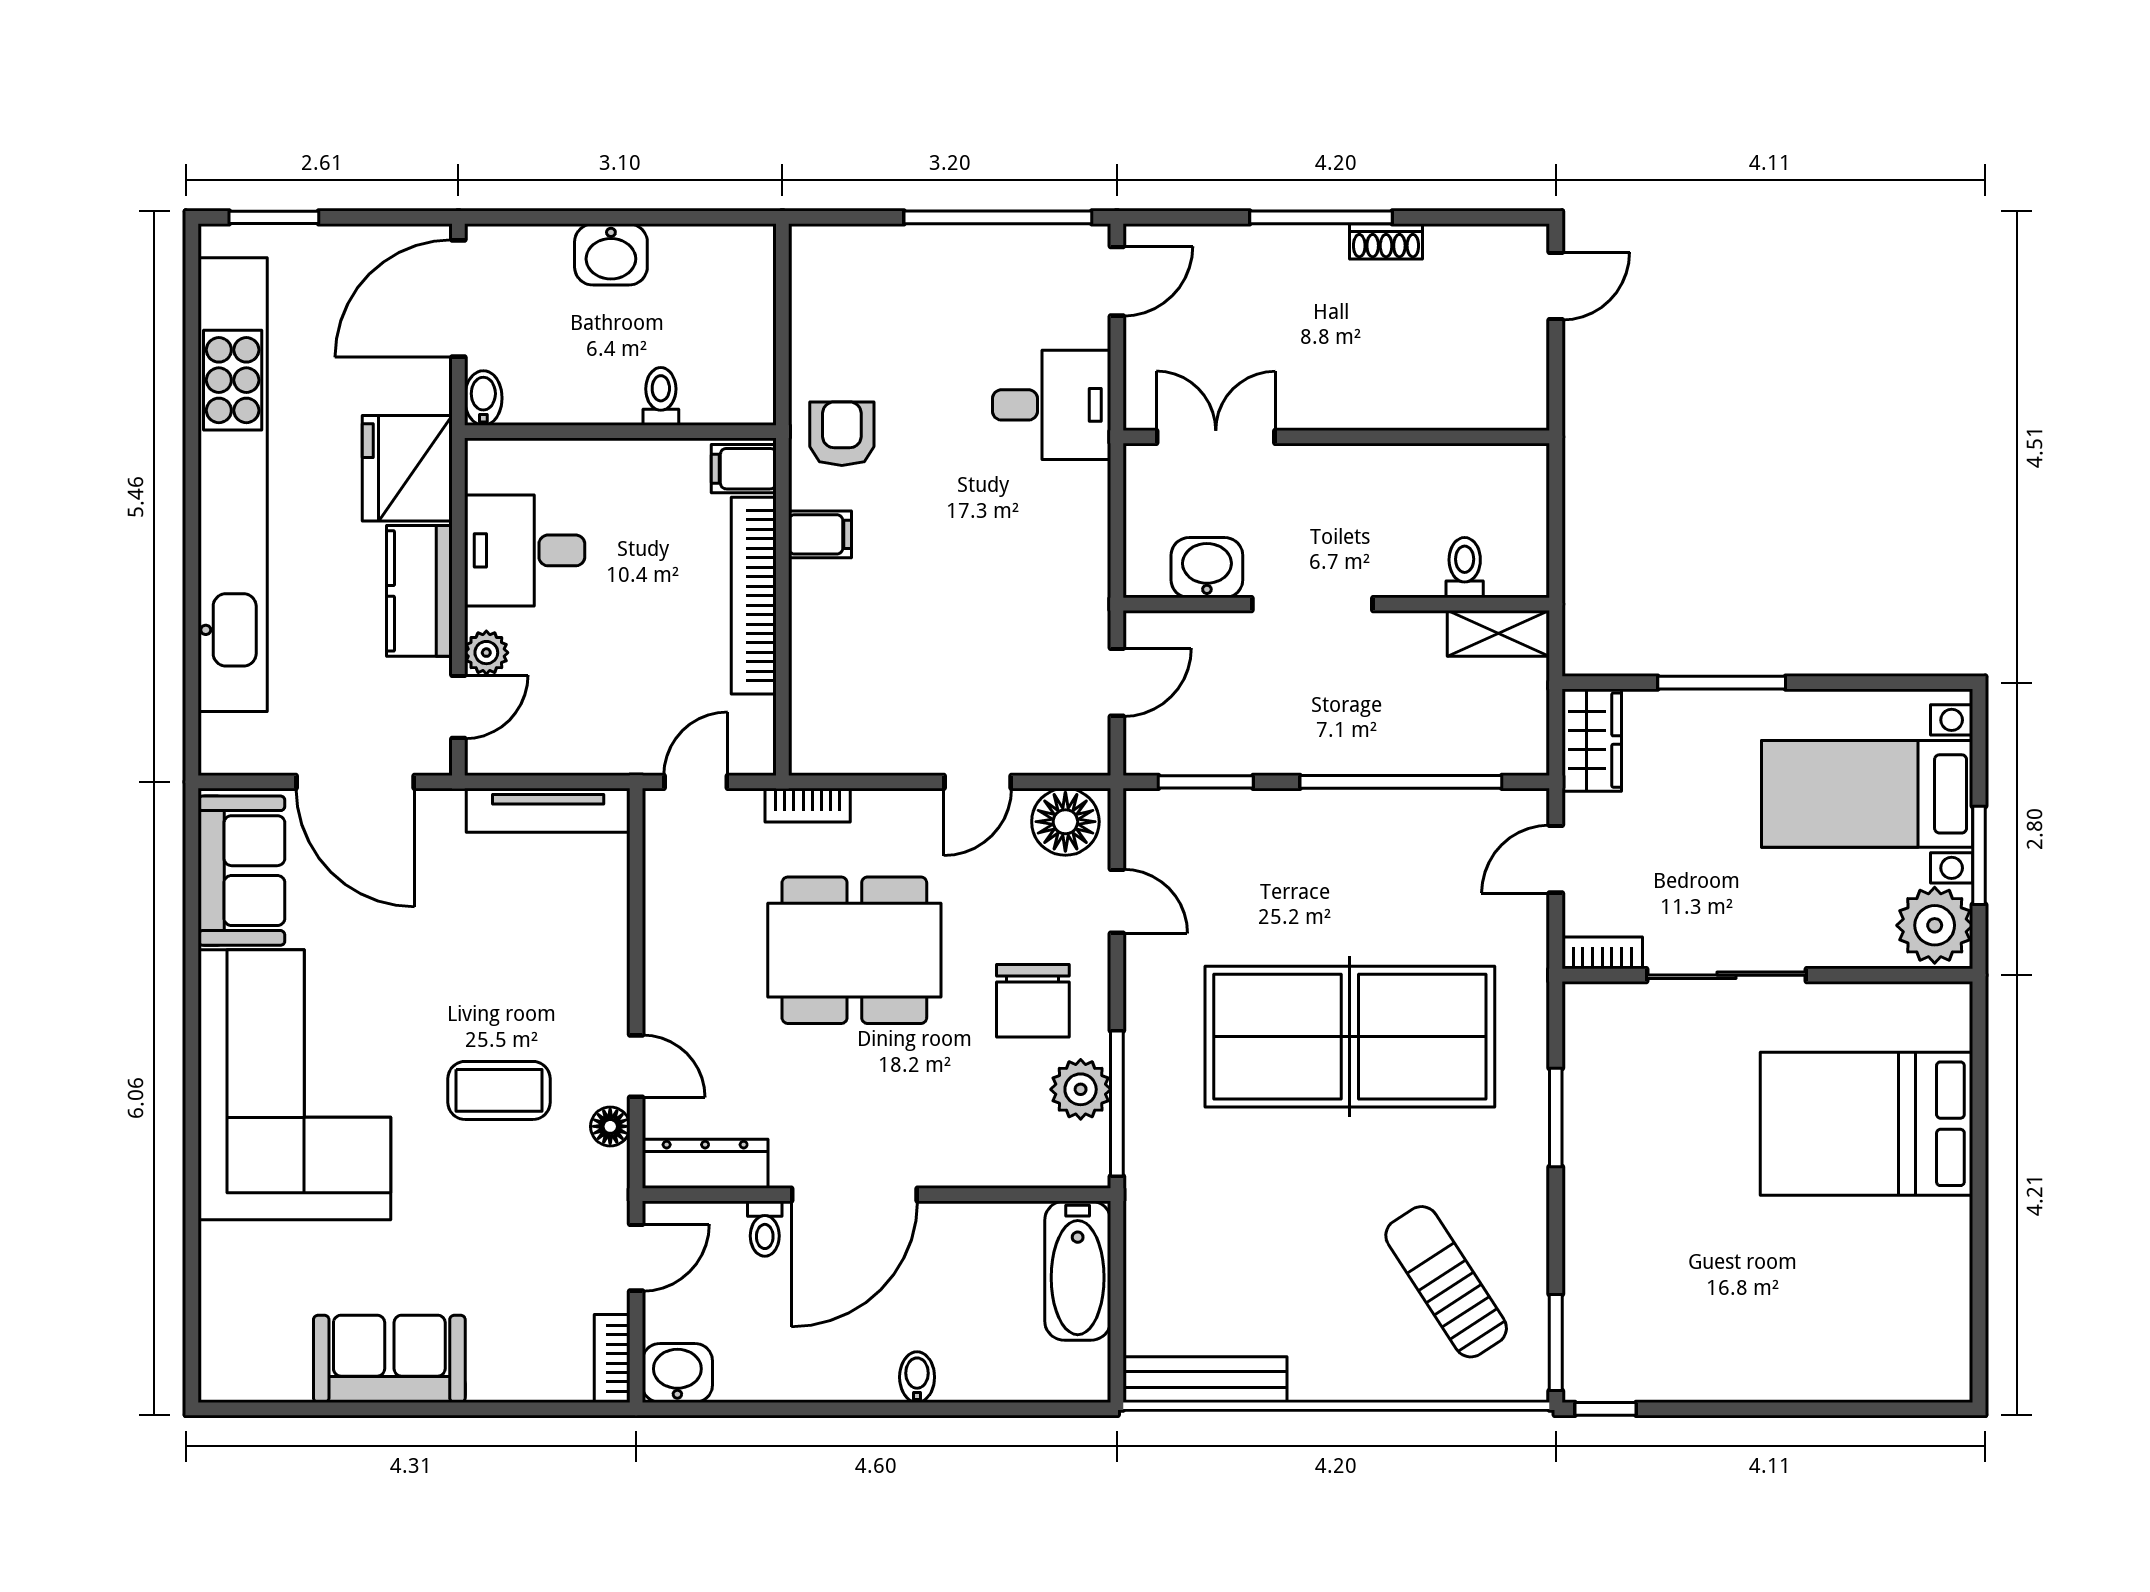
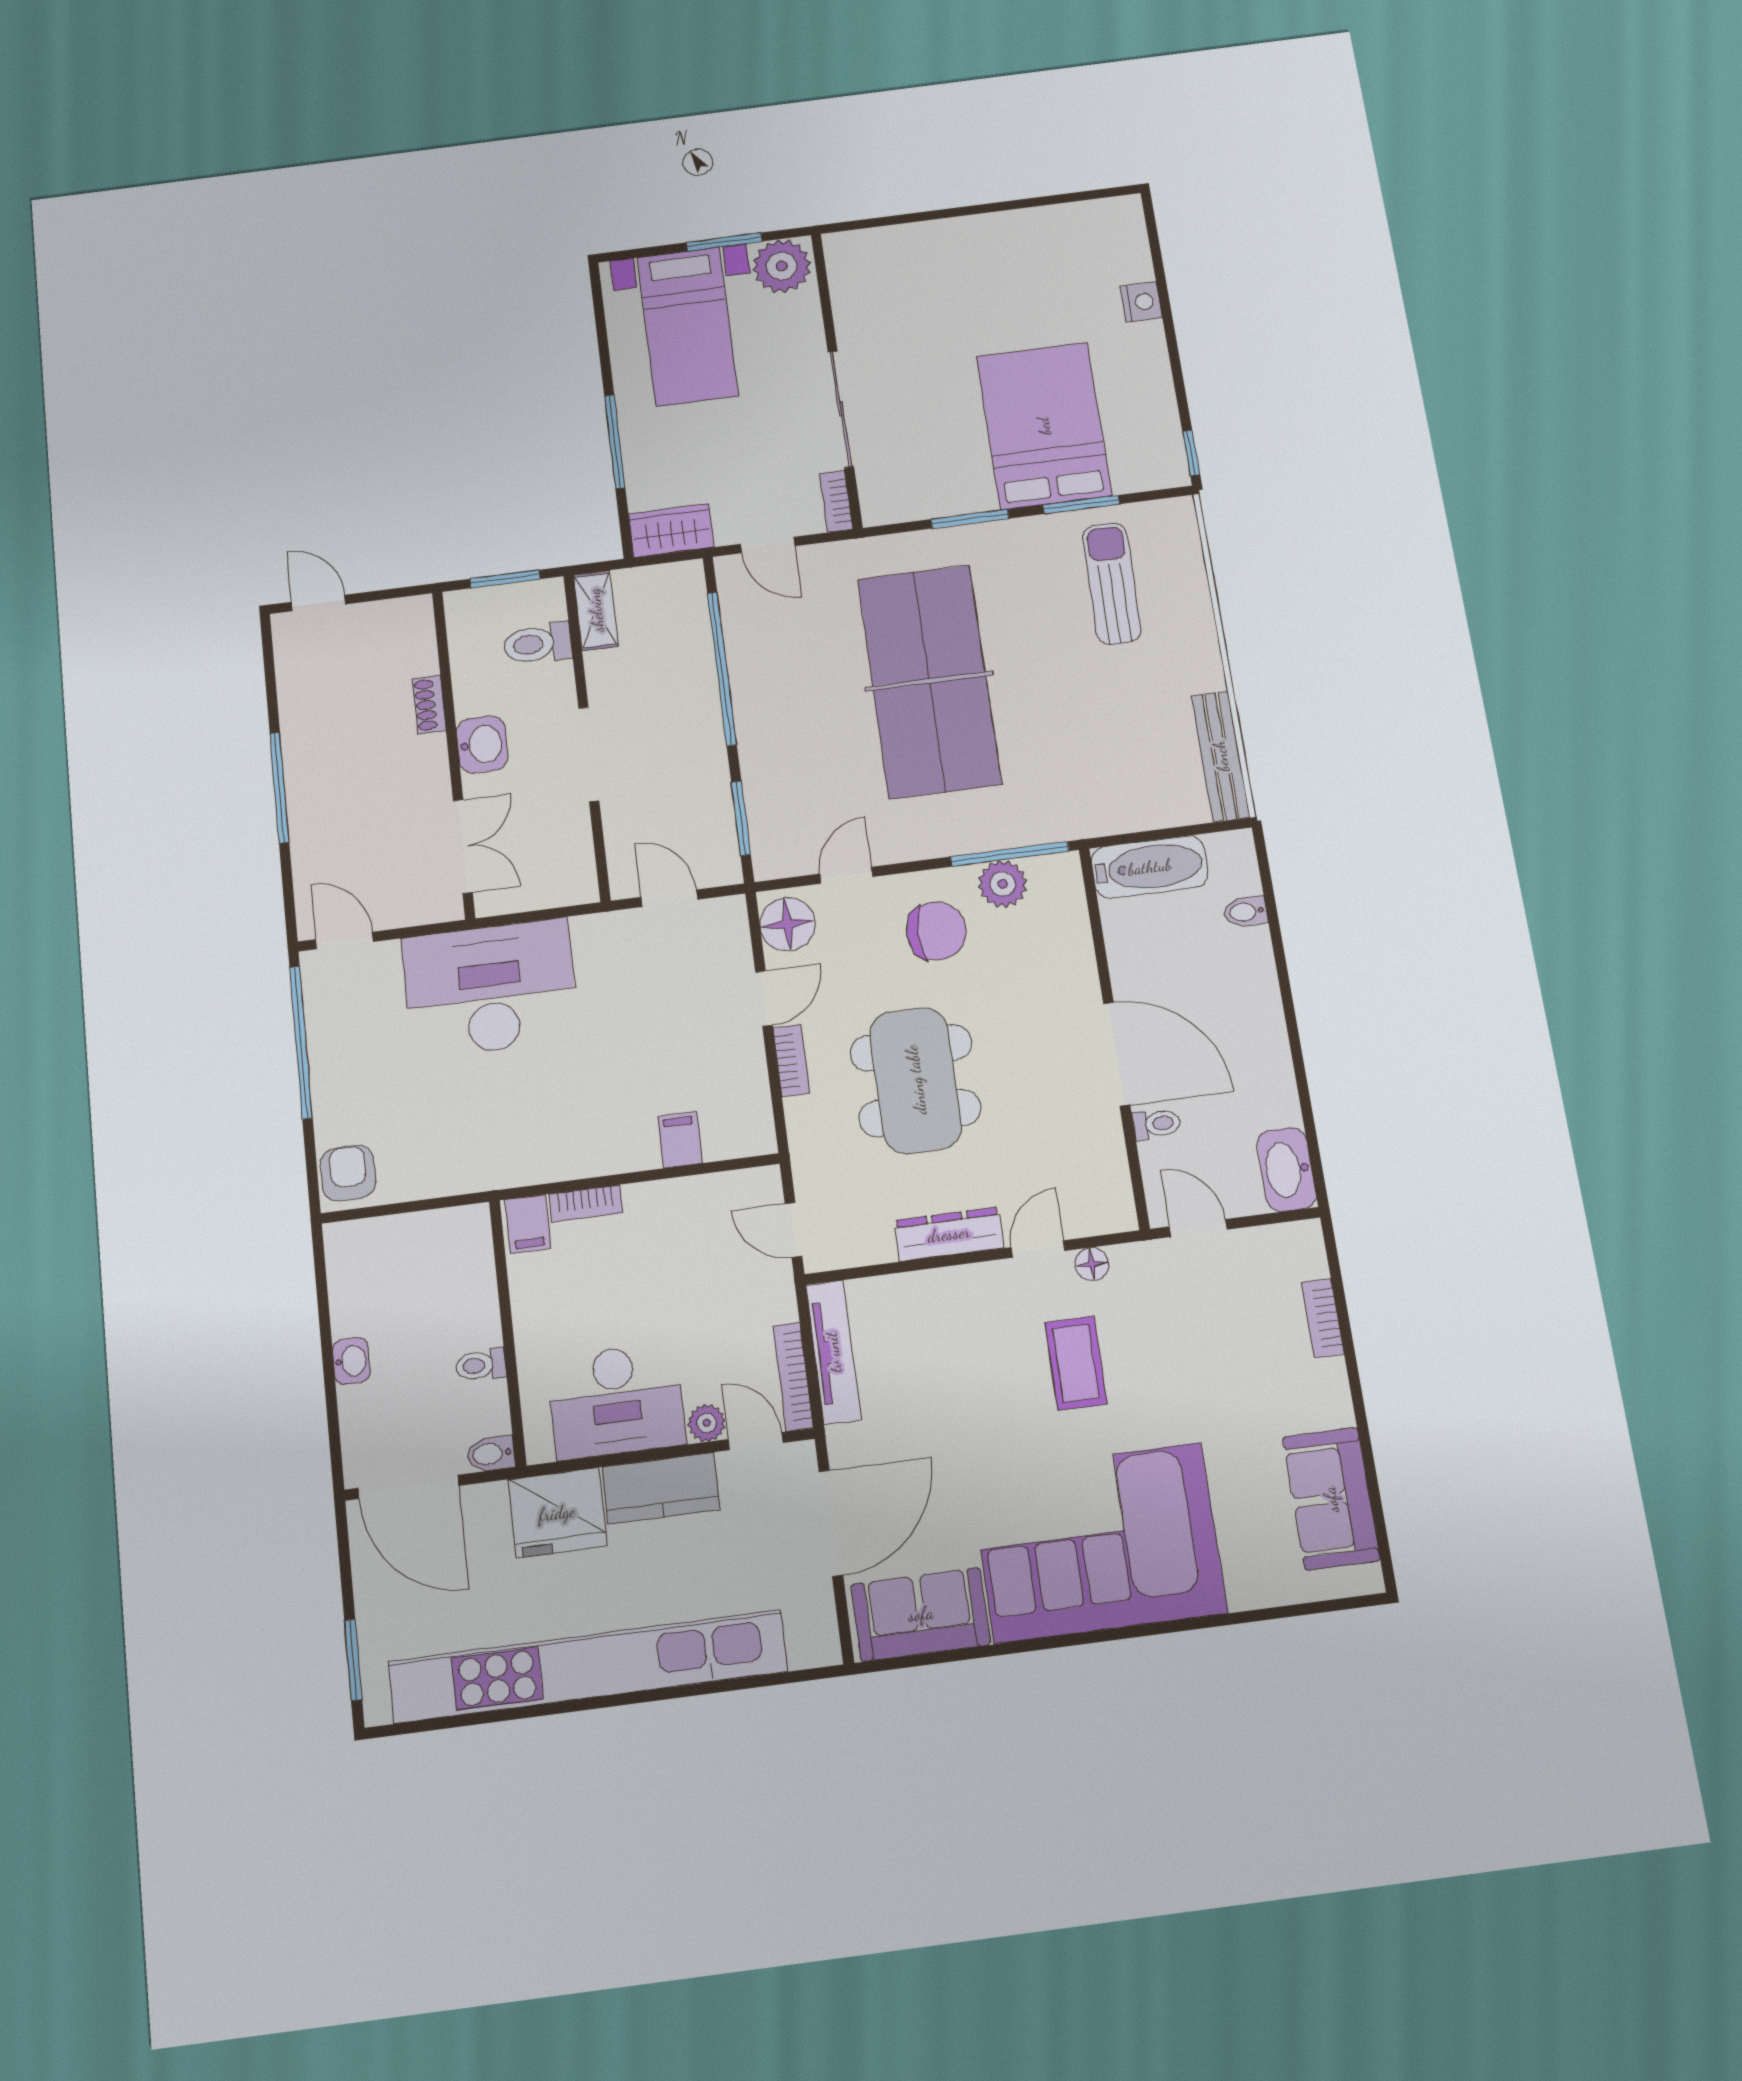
shoe rack: (1386, 241) -> (429, 705), moved, turned 180
washbasin: (611, 254) -> (351, 1361), width x0.72, depth x0.69
toilet: (661, 396) -> (481, 1365), moved
desk: (1052, 405) -> (490, 988), width x1.87, depth x1.30
armchair: (842, 434) -> (348, 1173), moved, turned 90
double door: (1216, 437) -> (463, 846), swing flipped
window: (1556, 524) -> (505, 579), added
filing cabinet: (820, 534) -> (680, 1140), moved
desk: (525, 550) -> (616, 1401), width x1.37
washbasin: (1207, 568) -> (482, 744), moved, turned 180
toilet: (1465, 568) -> (538, 644), width x1.37, depth x1.39
bookcase: (754, 596) -> (586, 1204), width x0.43, depth x0.76
bookcase: (526, 760) -> (793, 1377), added
door: (978, 782) -> (764, 999), hinge flipped
bookcase: (808, 805) -> (791, 1060), moved
bed: (1867, 1124) -> (1044, 426), moved, turned 180
dresser: (705, 1164) -> (949, 1234), moved, turned 90
sun lounger: (1446, 1282) -> (1112, 583), turned 124
window: (1556, 1342) -> (1081, 504), moved
bookcase: (612, 1358) -> (1323, 1318), moved, turned 90
sofa: (389, 1359) -> (1331, 1499), moved
washbasin: (677, 1373) -> (1287, 1169), width x1.38
bidet: (917, 1377) -> (1245, 912), moved
nightstand: (1820, 1379) -> (1141, 302), added

